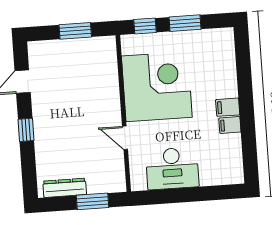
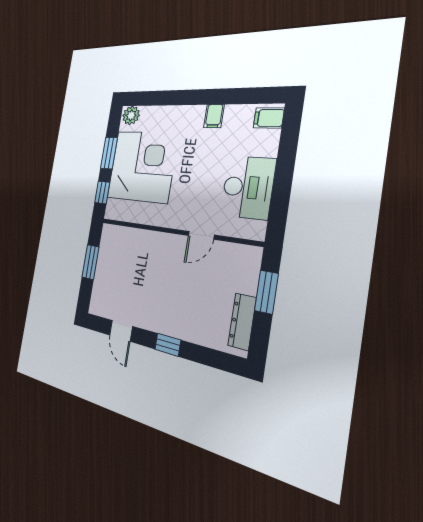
plant: (225, 39) -> (131, 115), added
corner desk: (157, 87) -> (142, 166), moved, turned 90
filing cabinet: (228, 107) -> (269, 118), moved, turned 90

